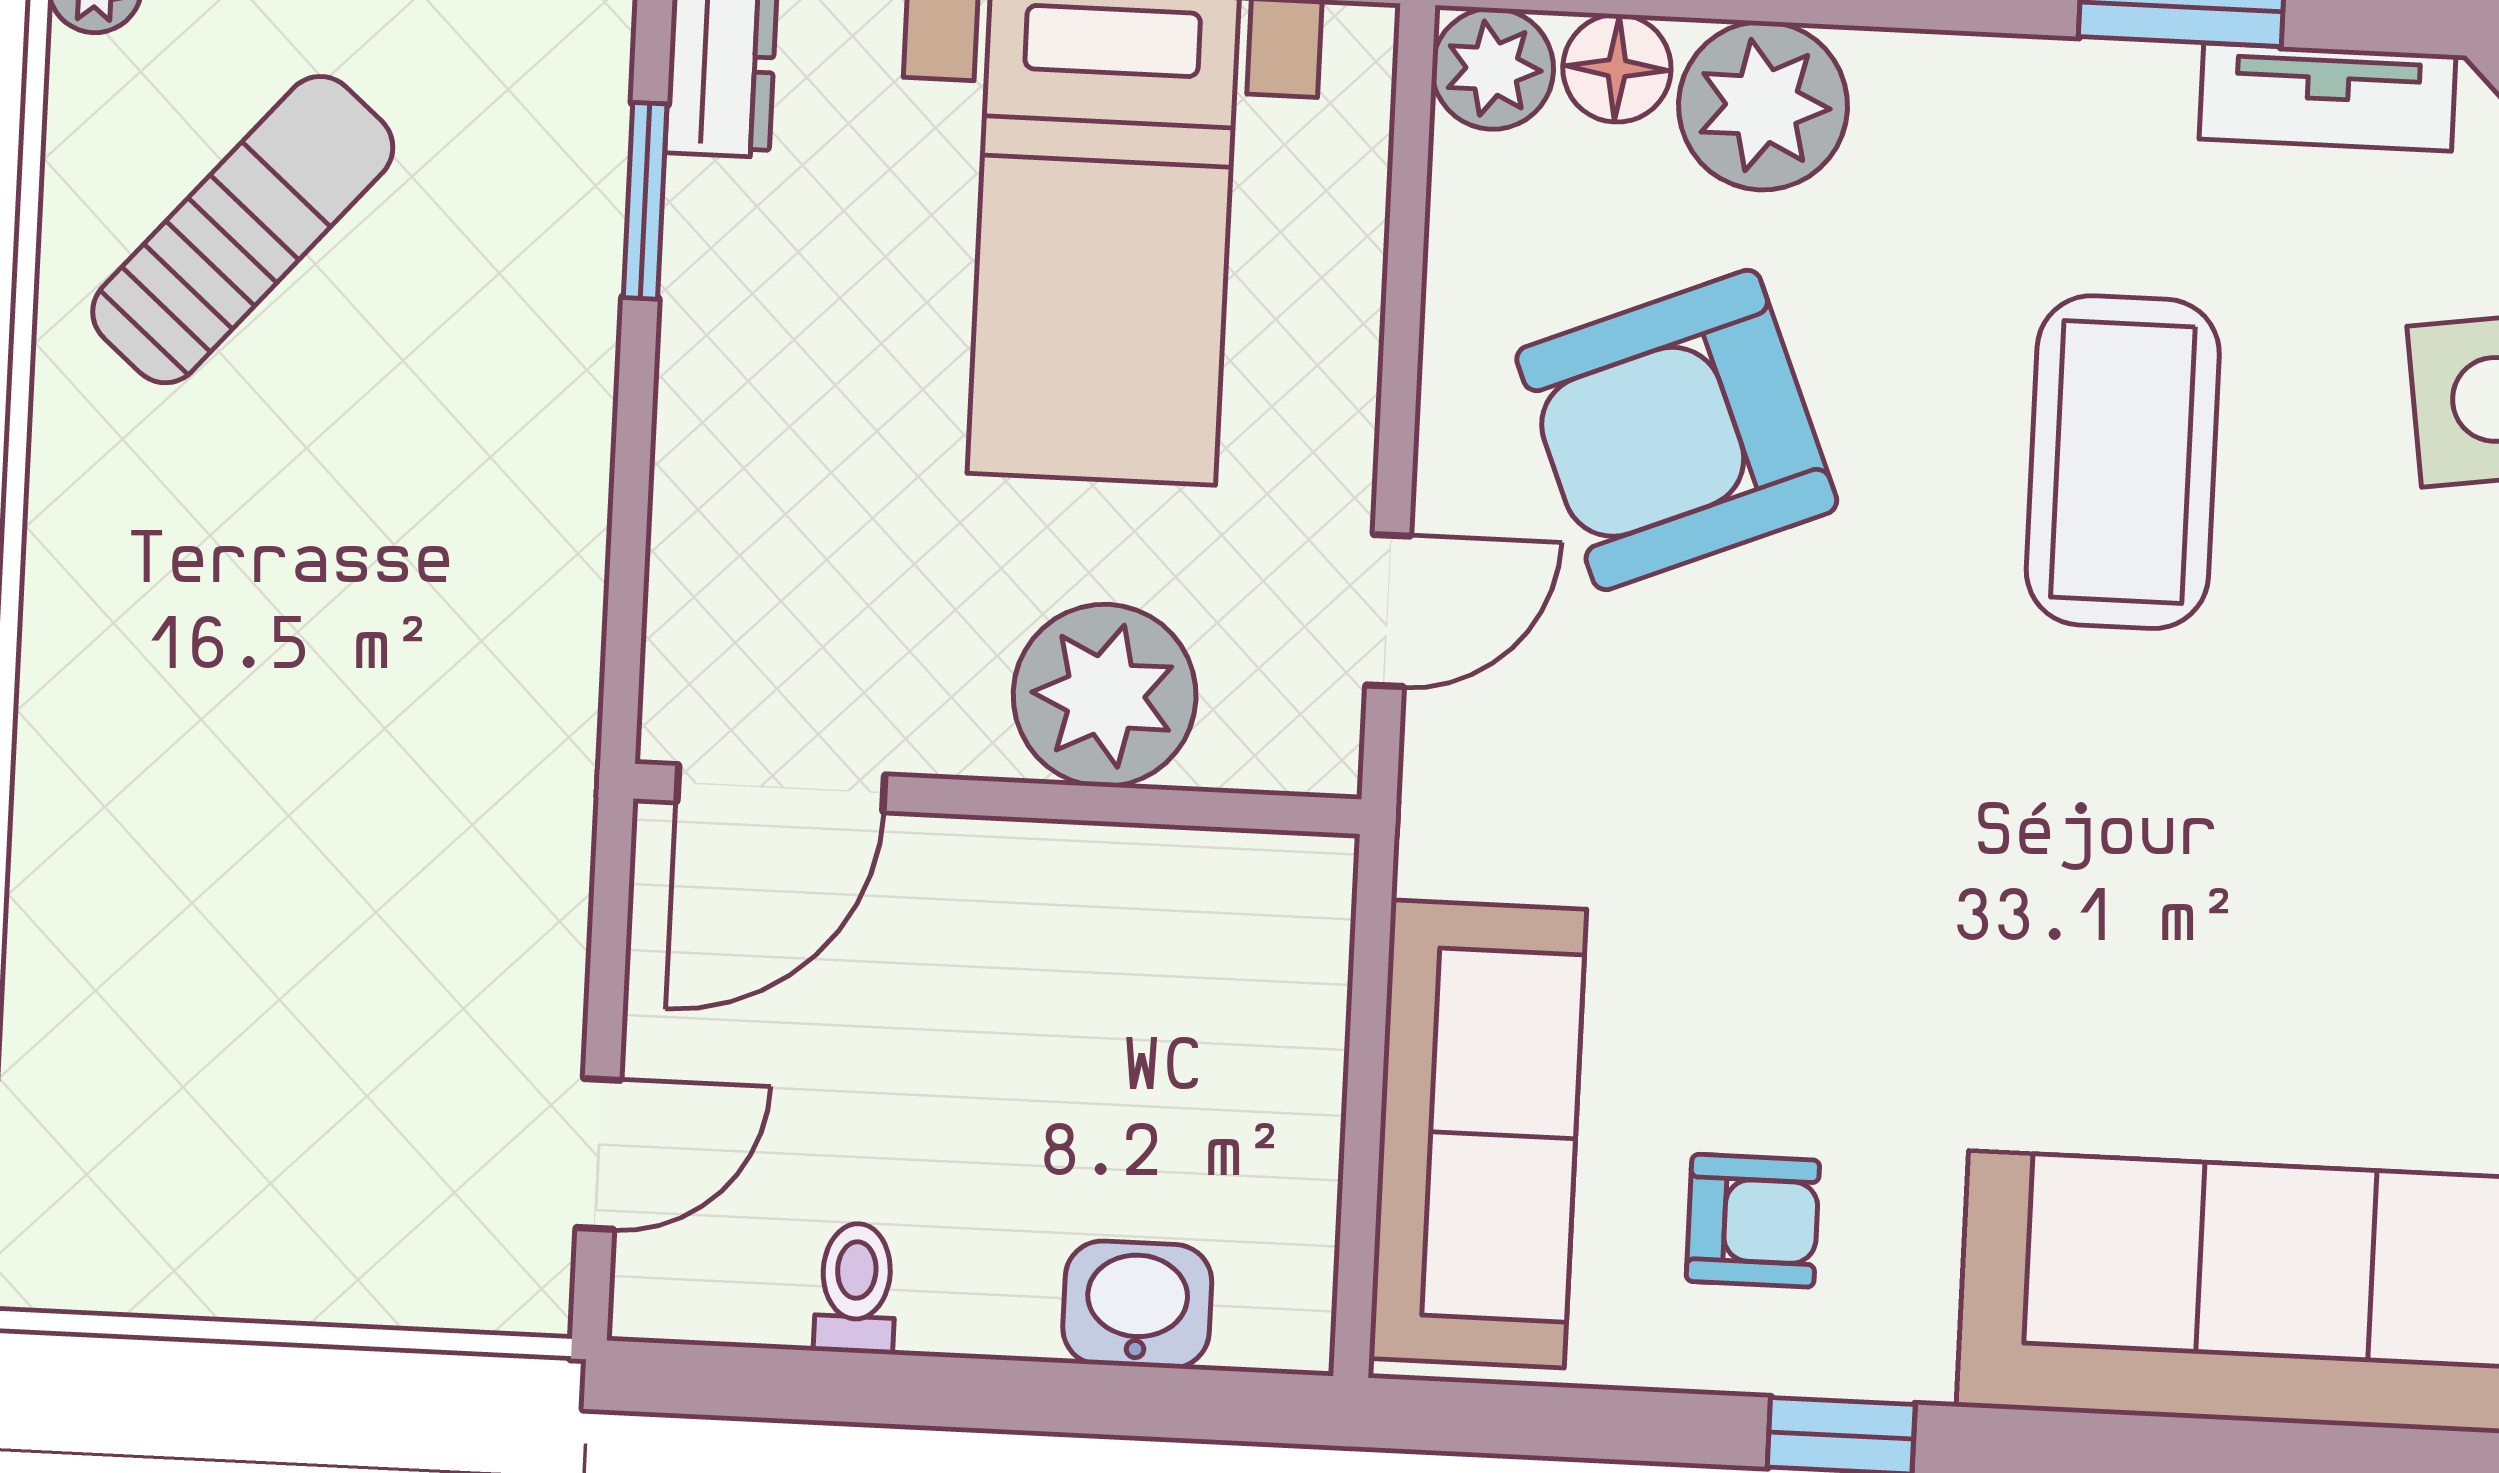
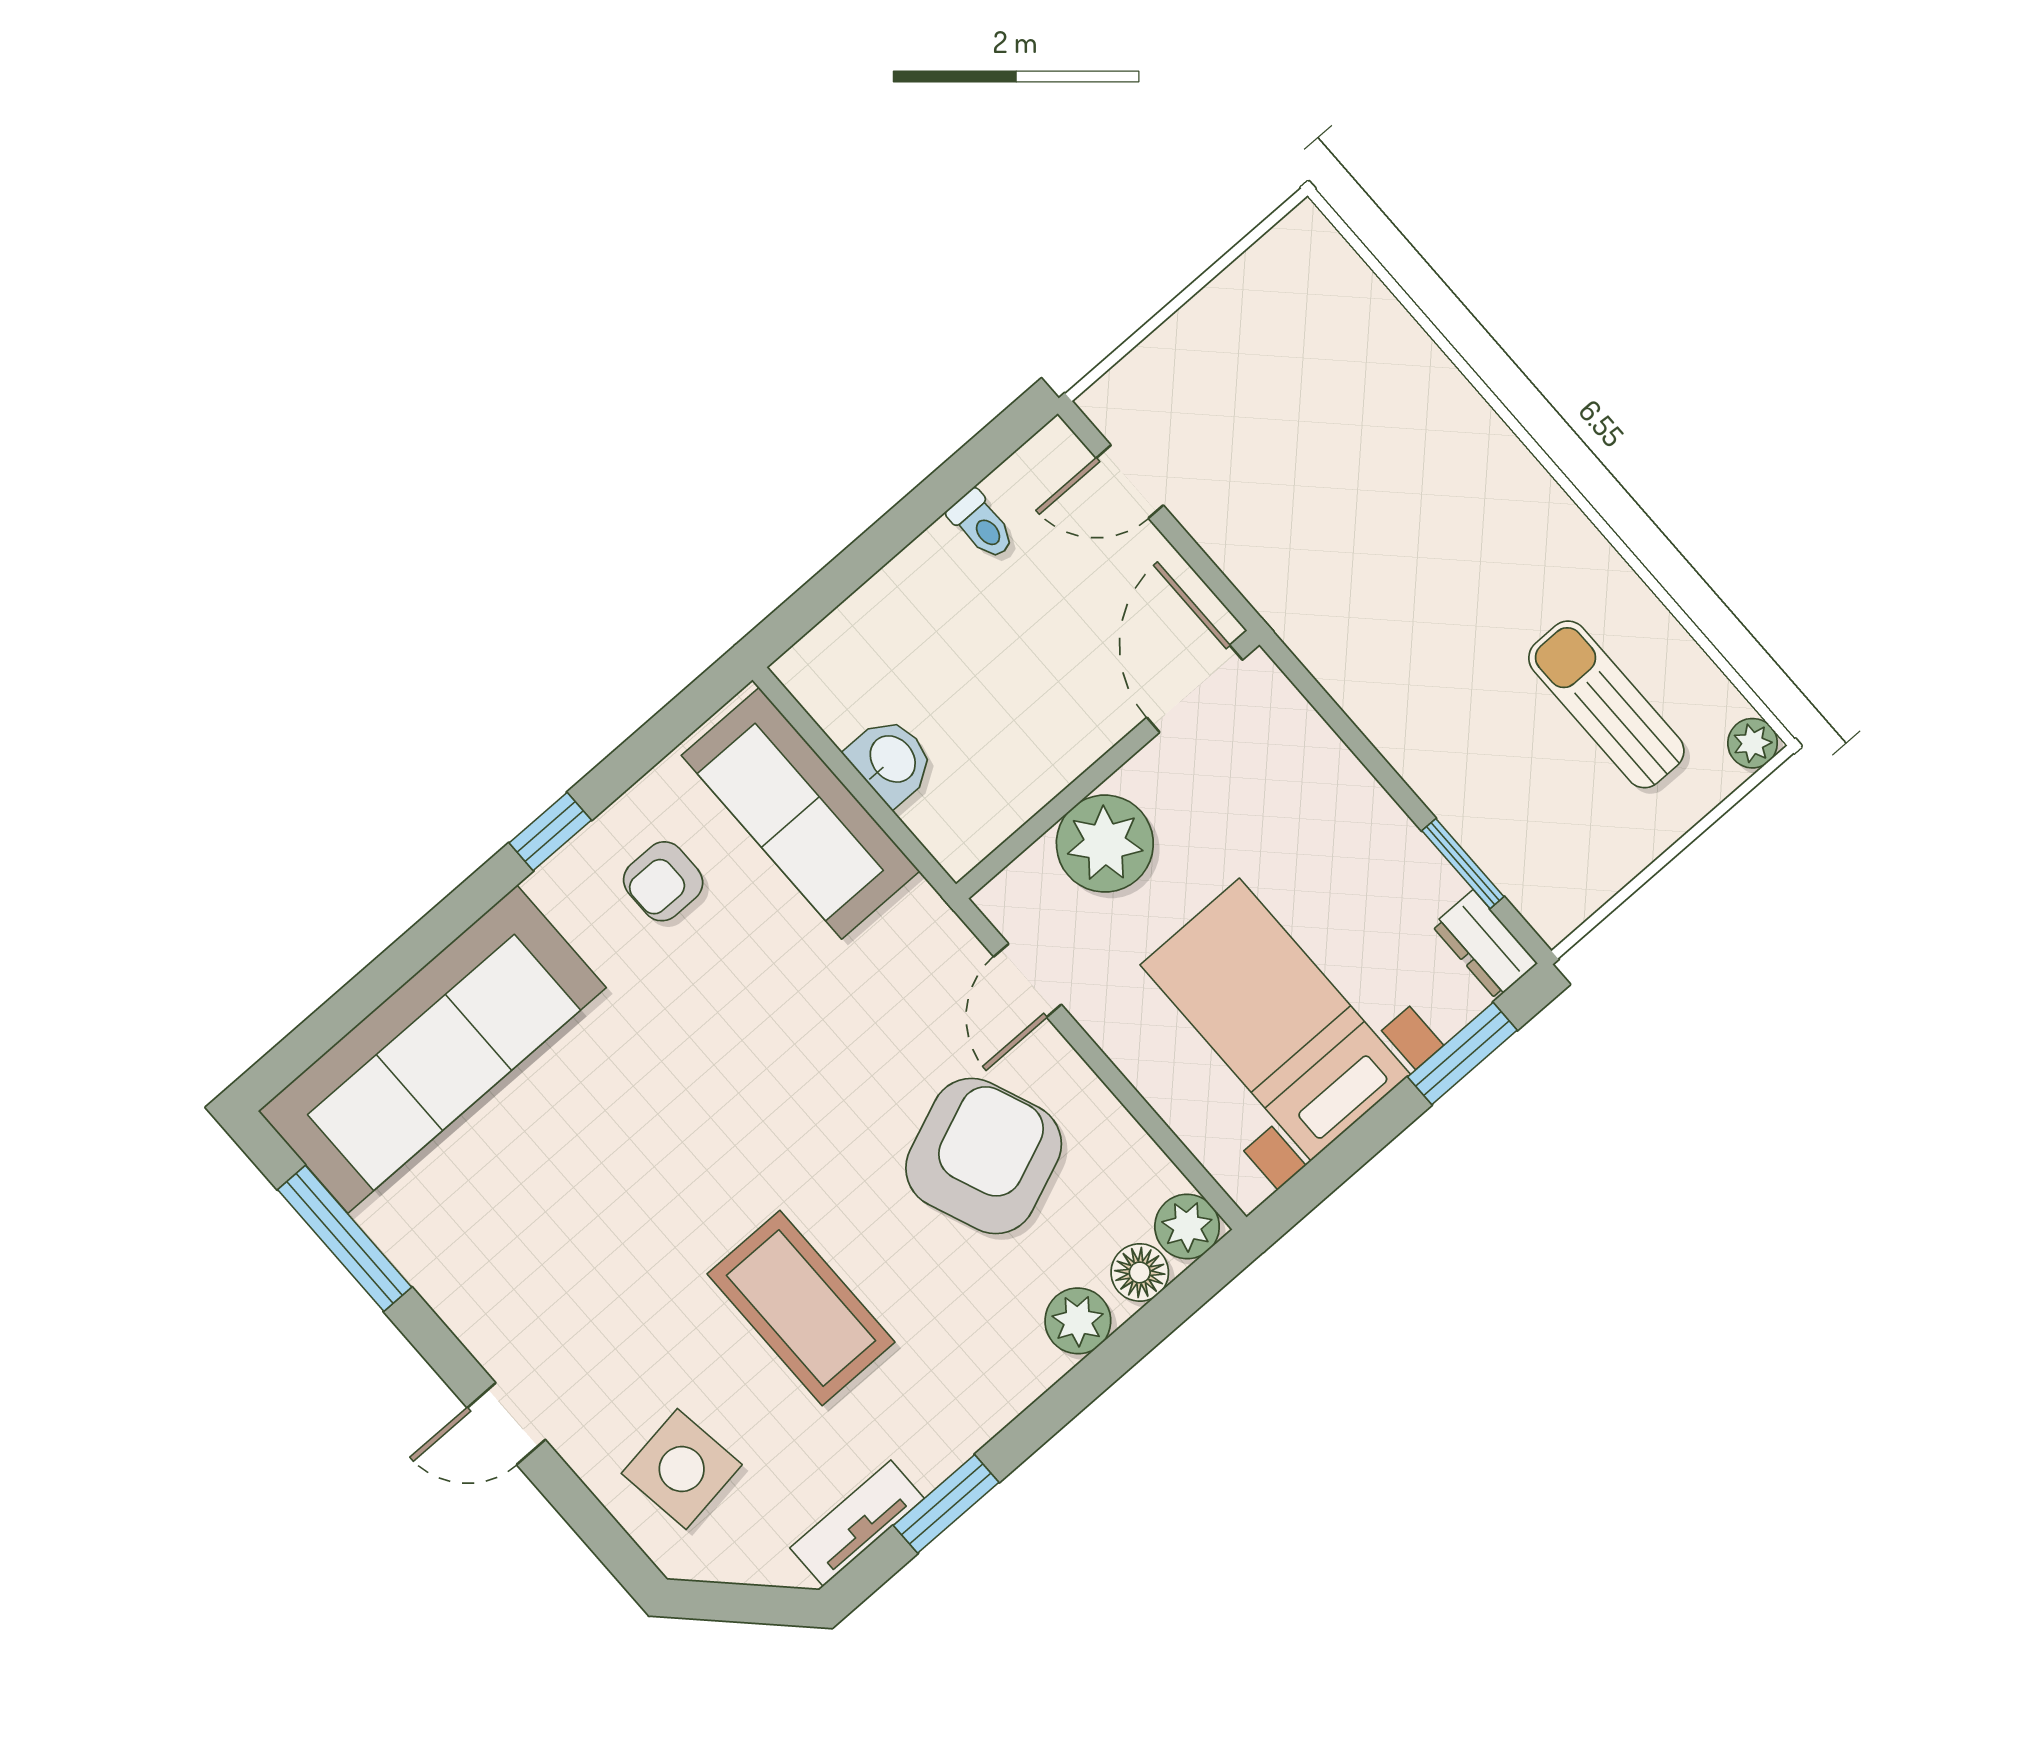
plant: (1763, 106) -> (1078, 1321), width x0.73, depth x0.73
sun lounger: (243, 230) -> (1606, 704), turned 139
door: (598, 1154) -> (1130, 482), hinge flipped
washbasin: (1137, 1305) -> (891, 760), moved, turned -90

